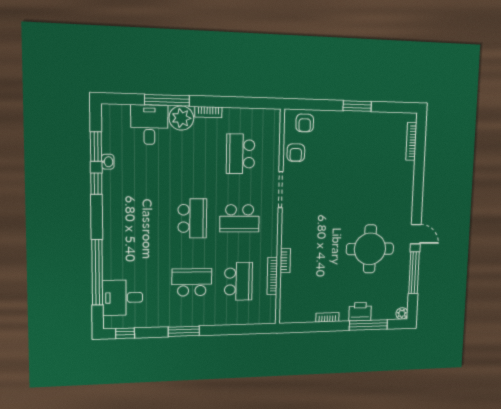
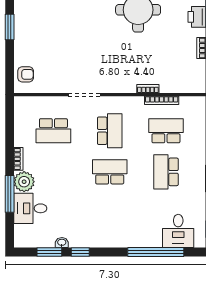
armchair: (296, 153) -> (52, 82), removed

